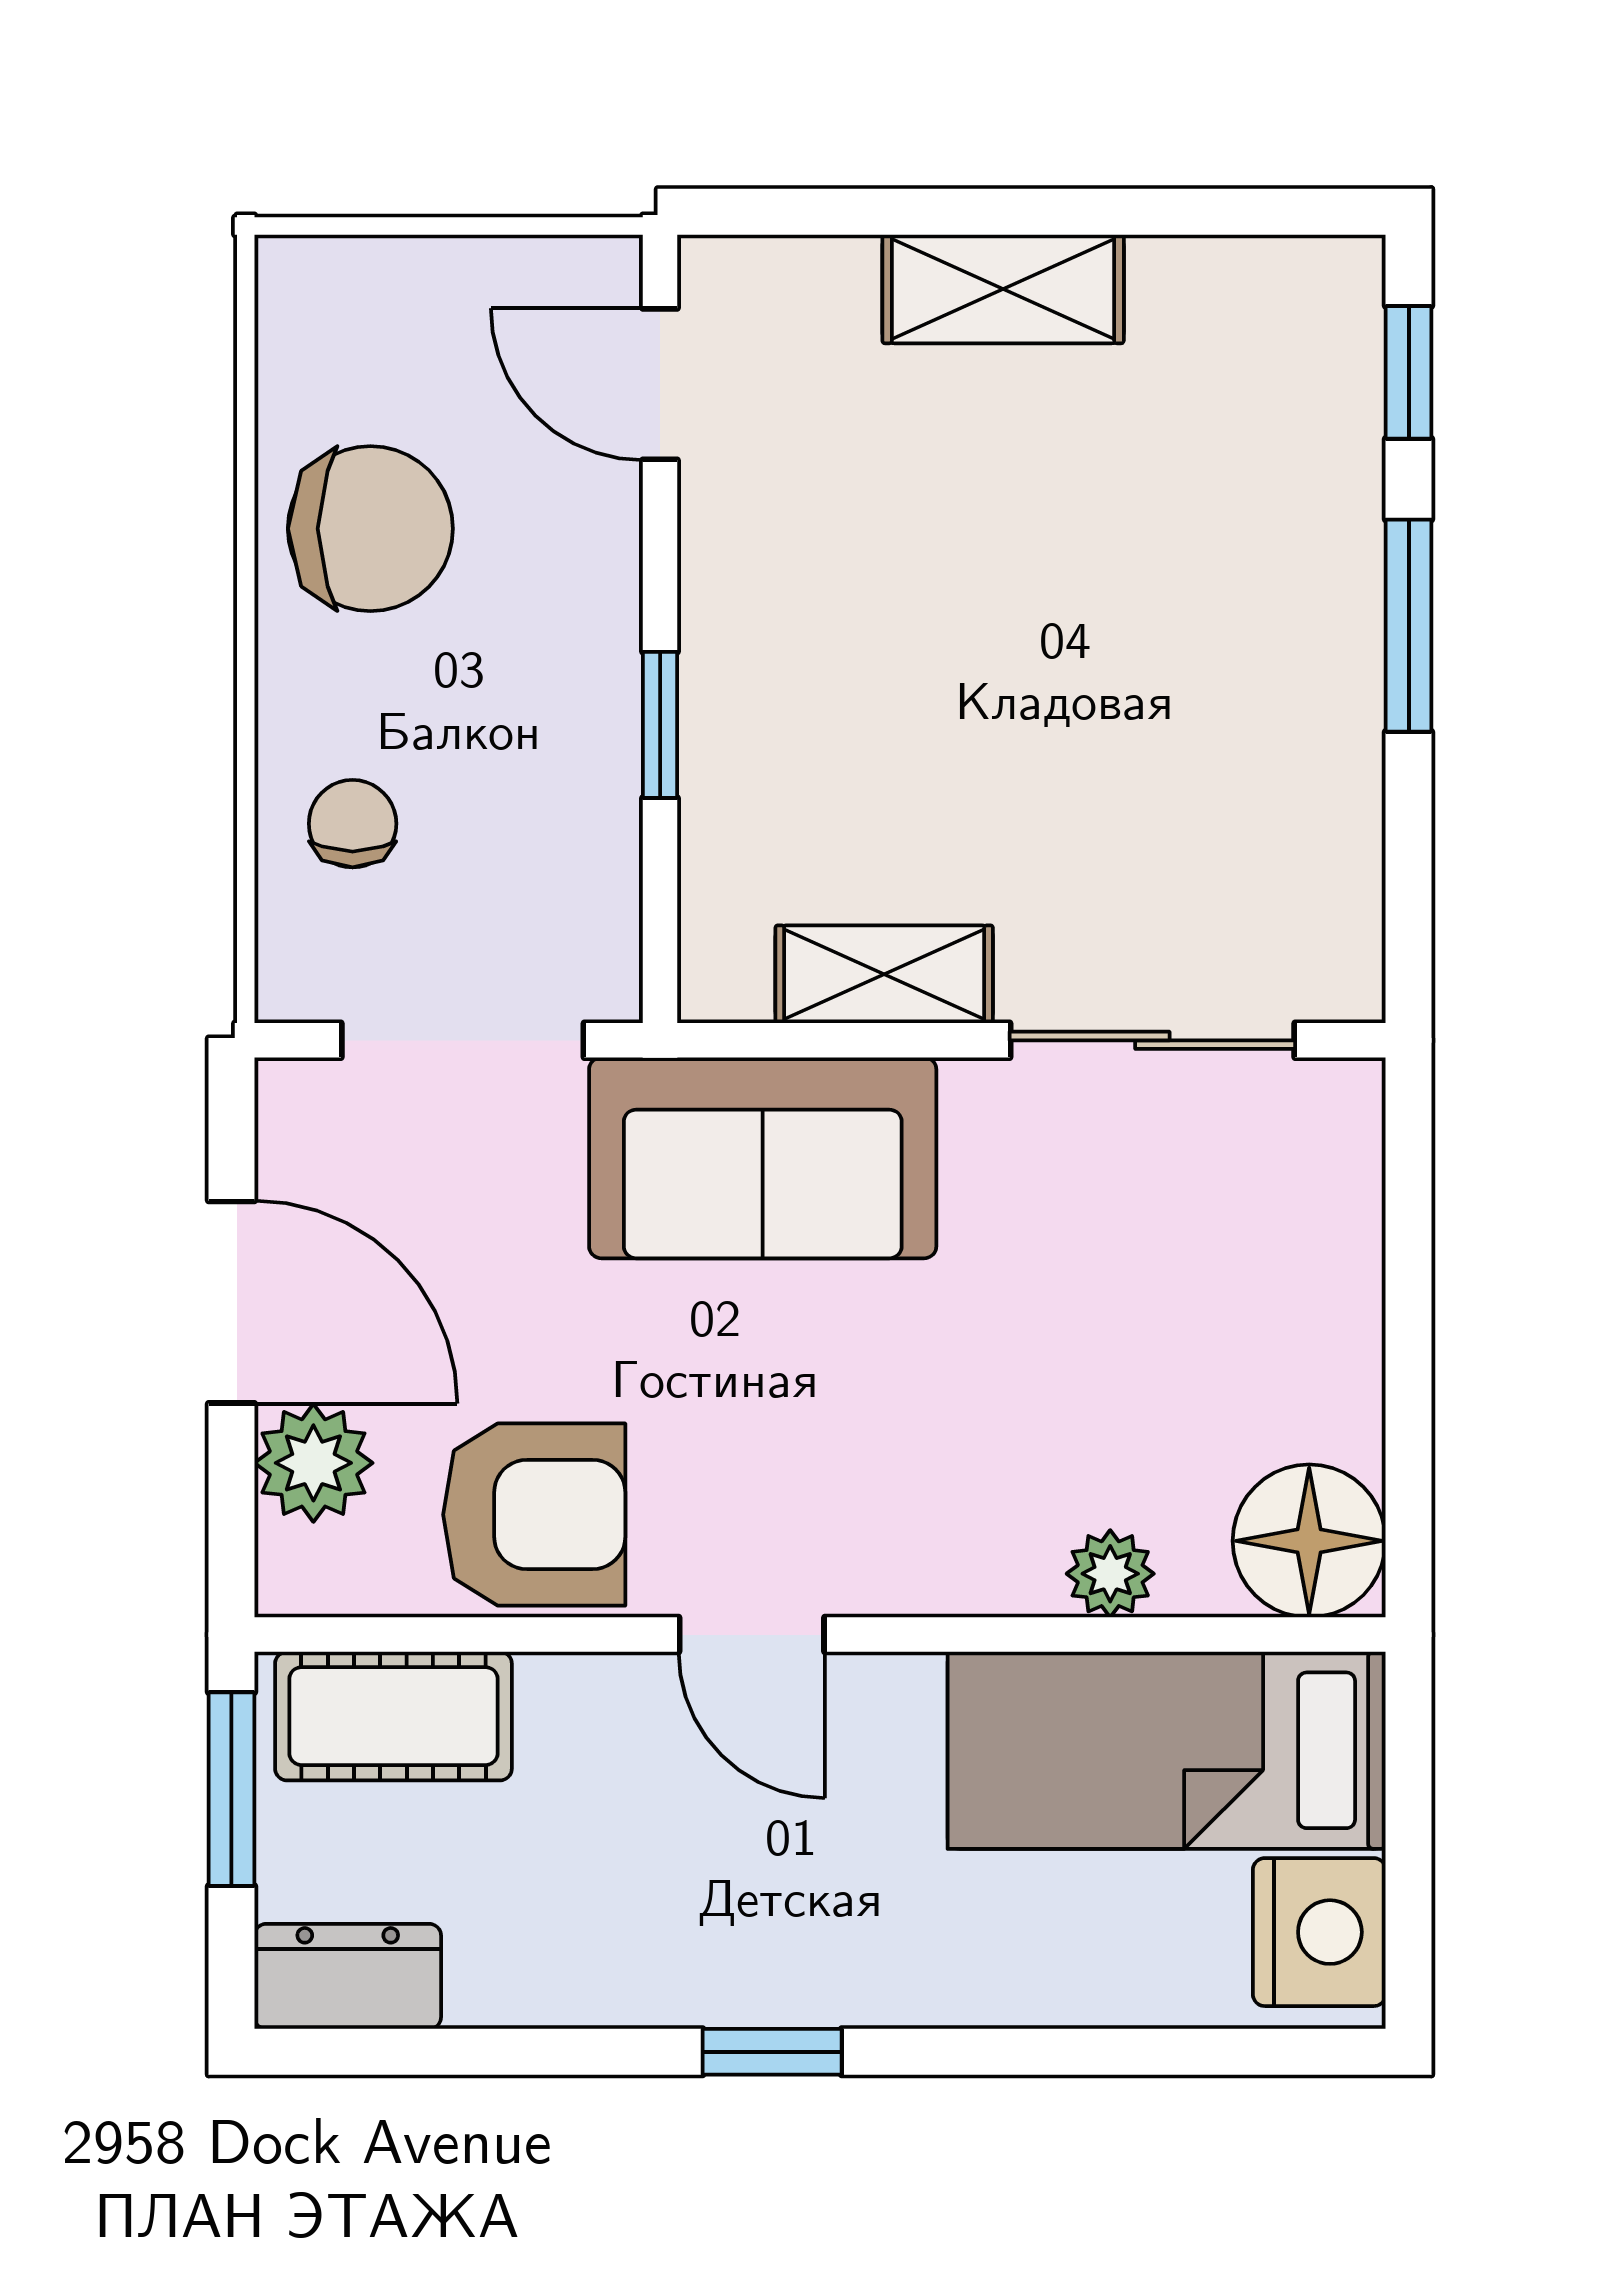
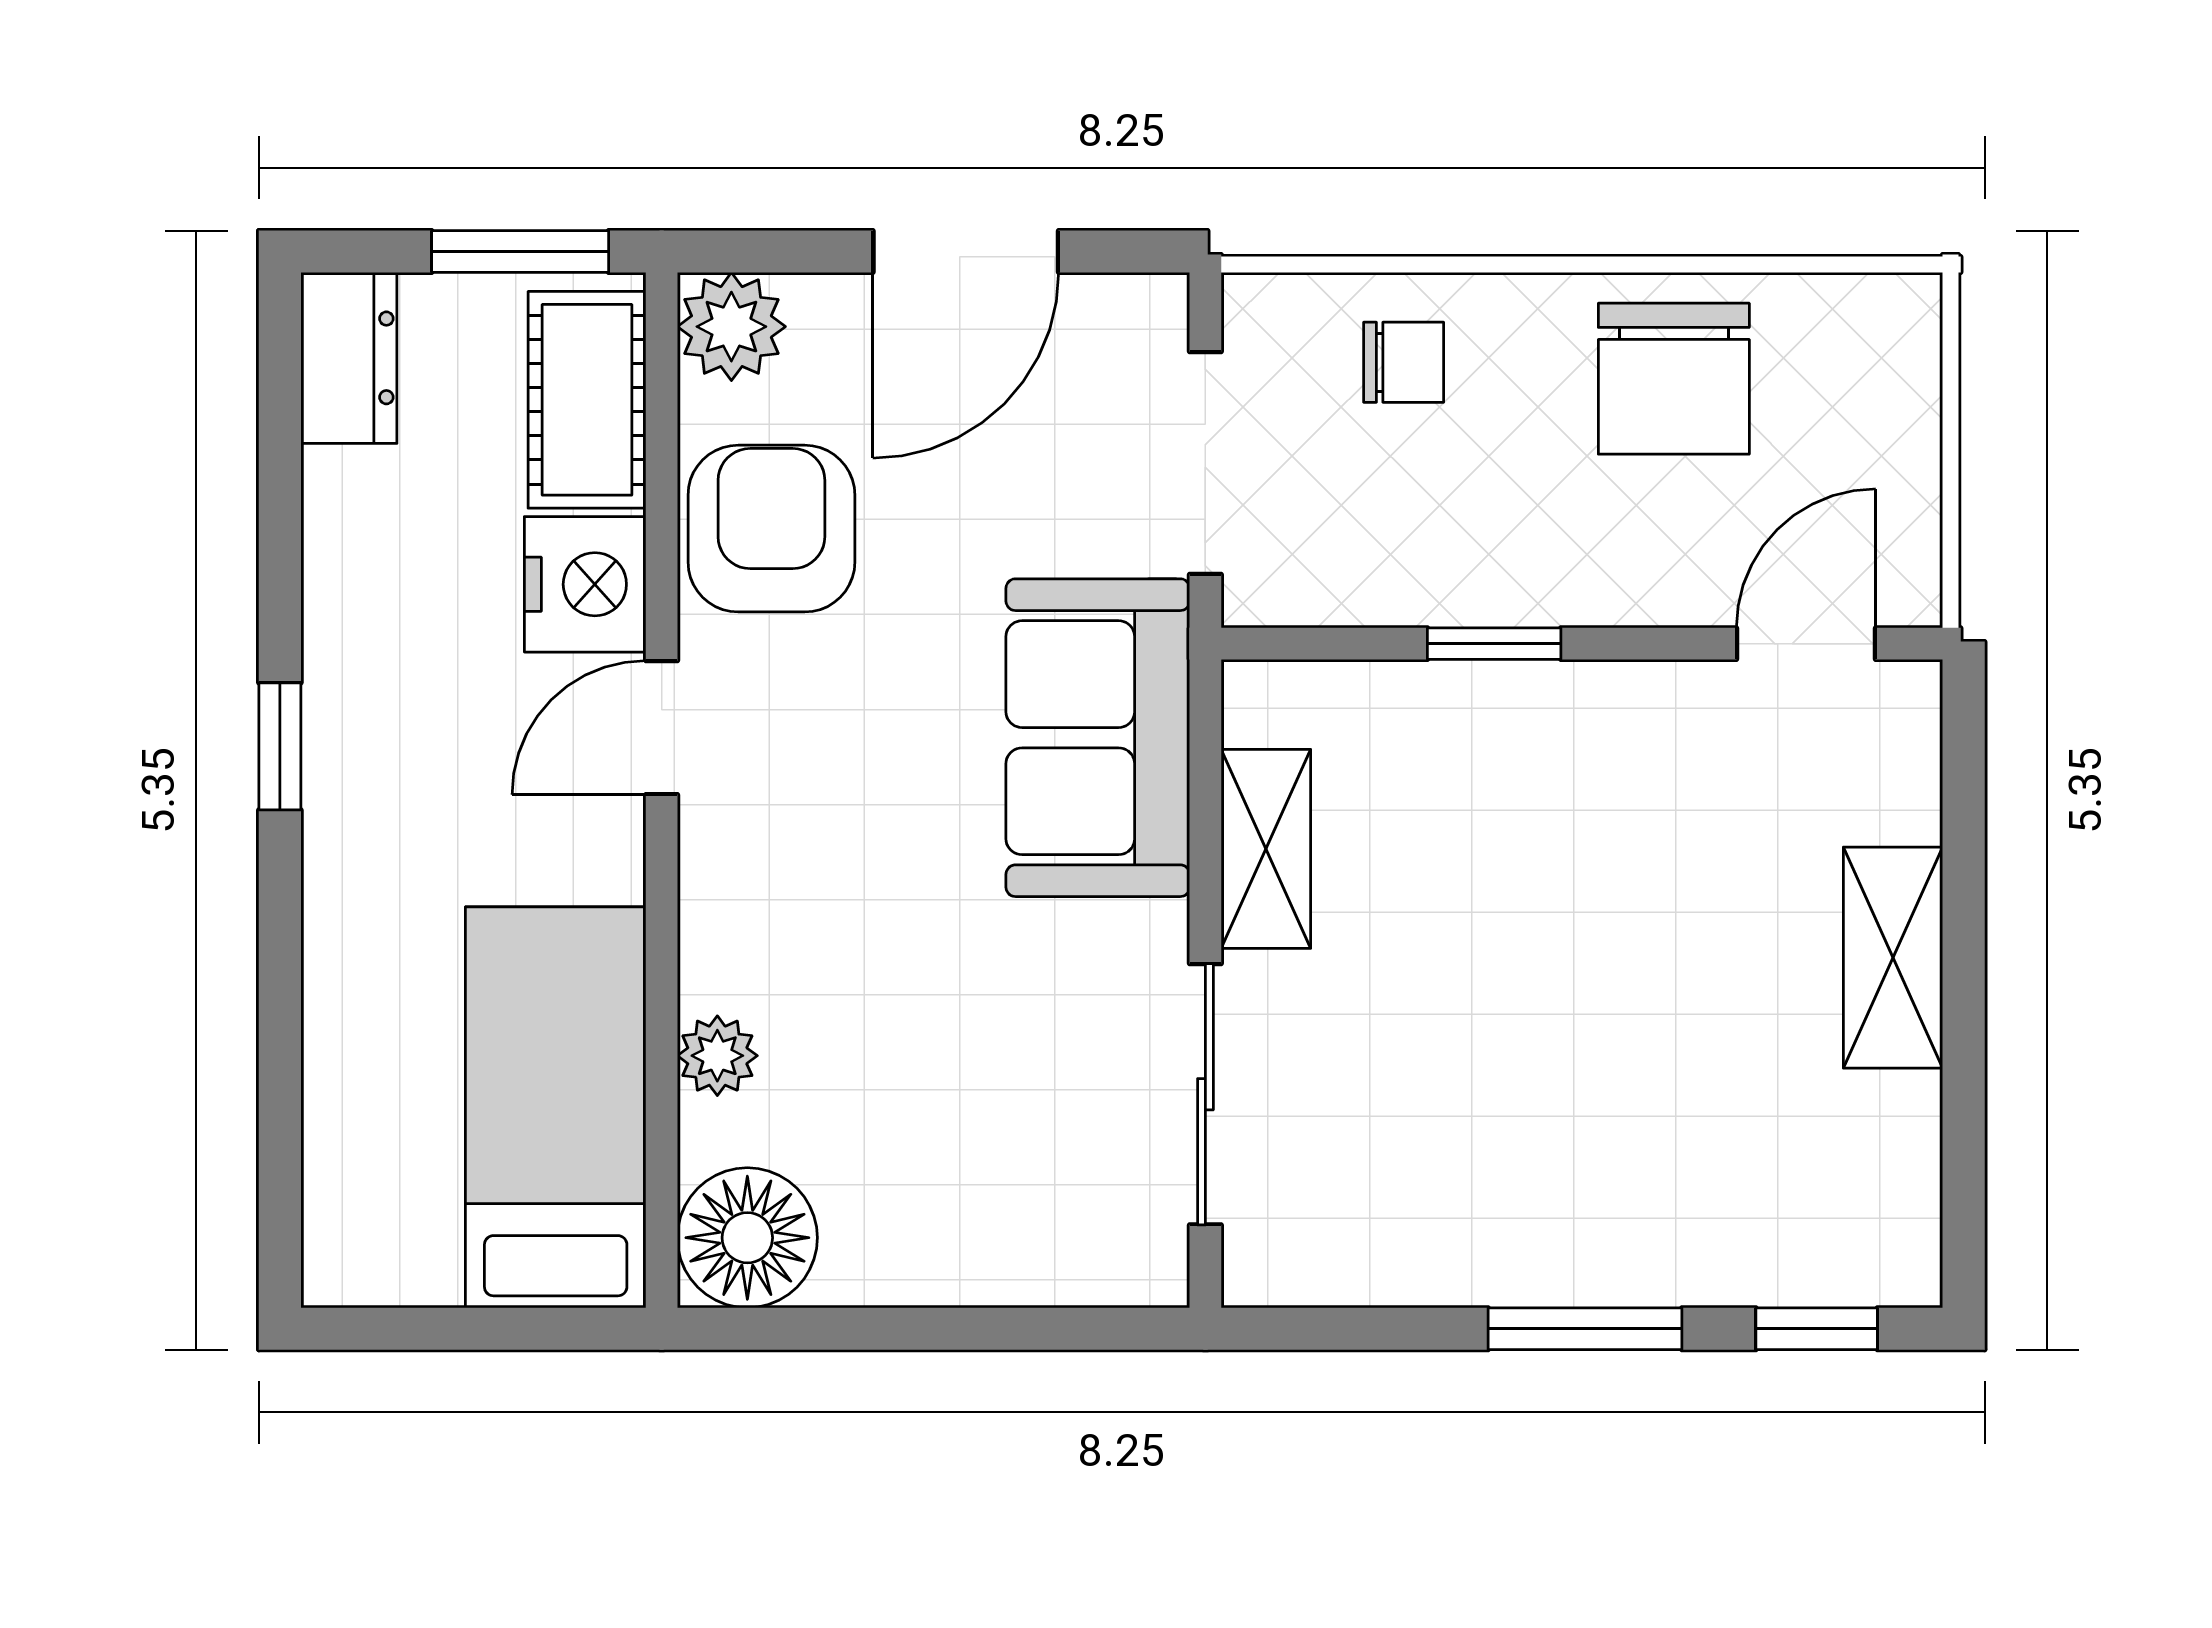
plant: (313, 1463) -> (731, 327), moved
armchair: (534, 1515) -> (771, 529), turned 180
nightstand: (1319, 1932) -> (585, 584), moved, turned -90

